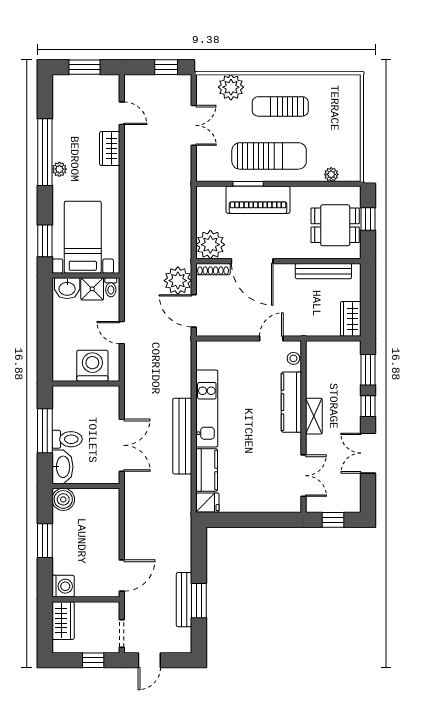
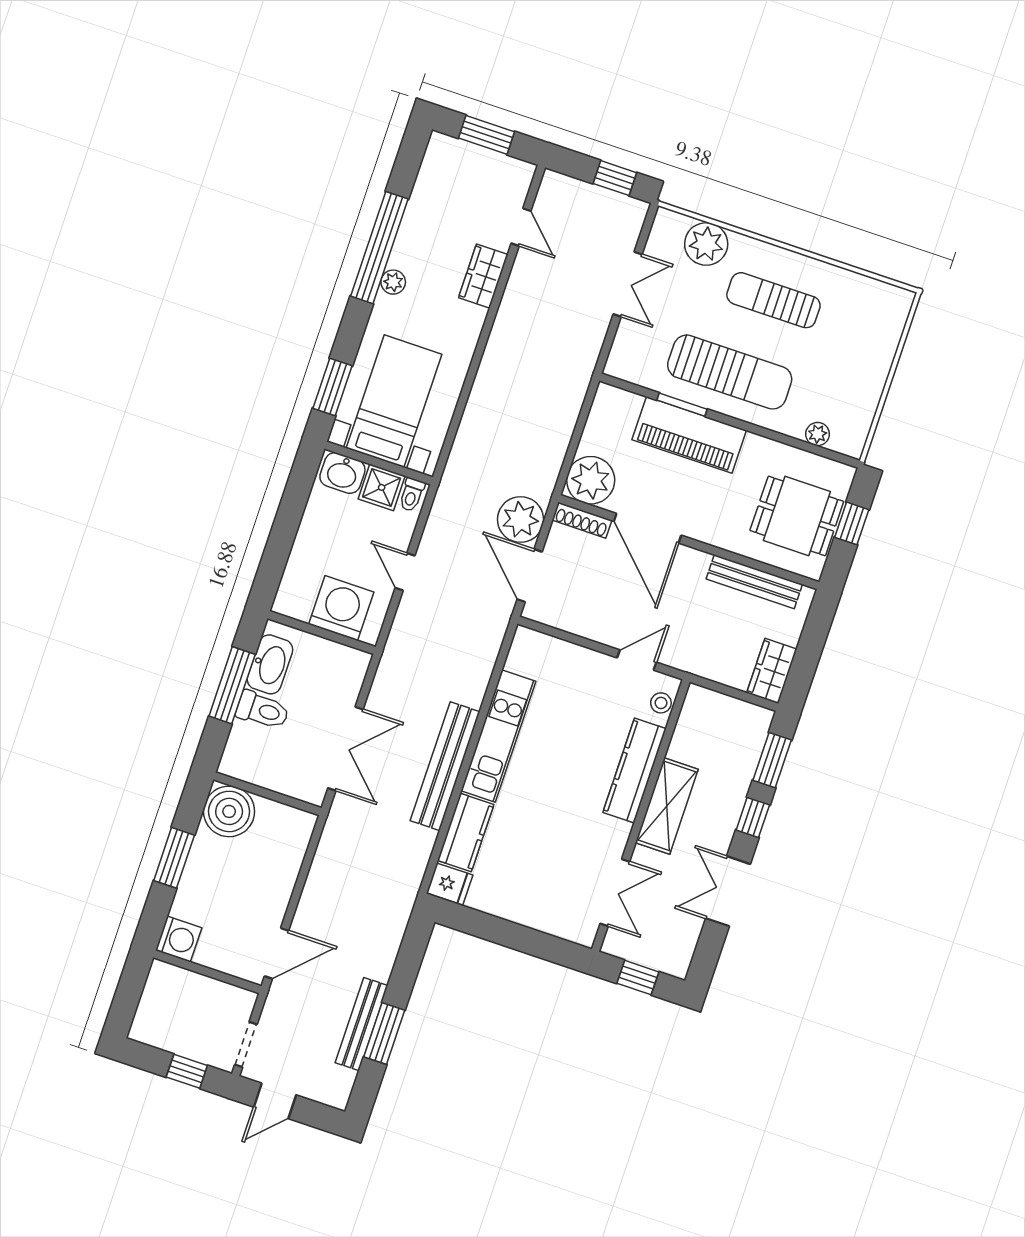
shelving: (314, 416) -> (667, 806), width x1.50, depth x1.33
washbasin: (62, 467) -> (270, 664), moved
boiler: (63, 499) -> (229, 811), width x1.37, depth x1.37
wardrobe: (63, 621) -> (160, 993), removed

